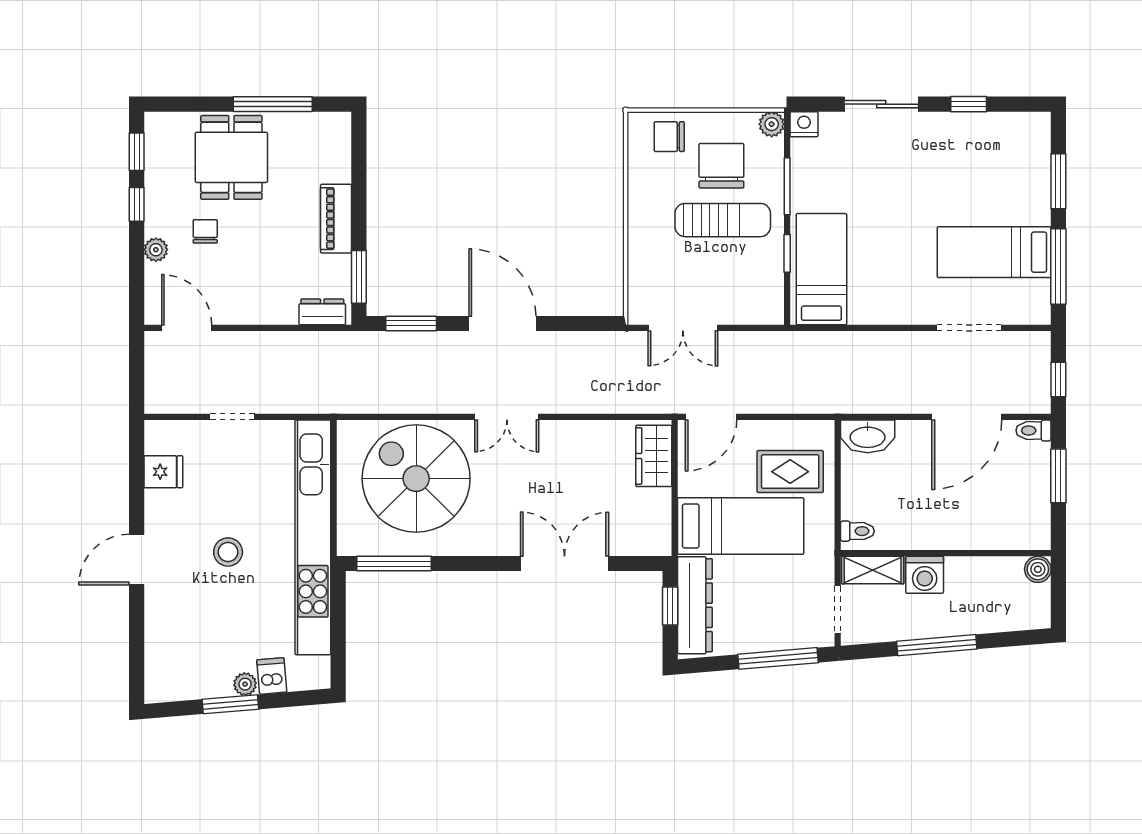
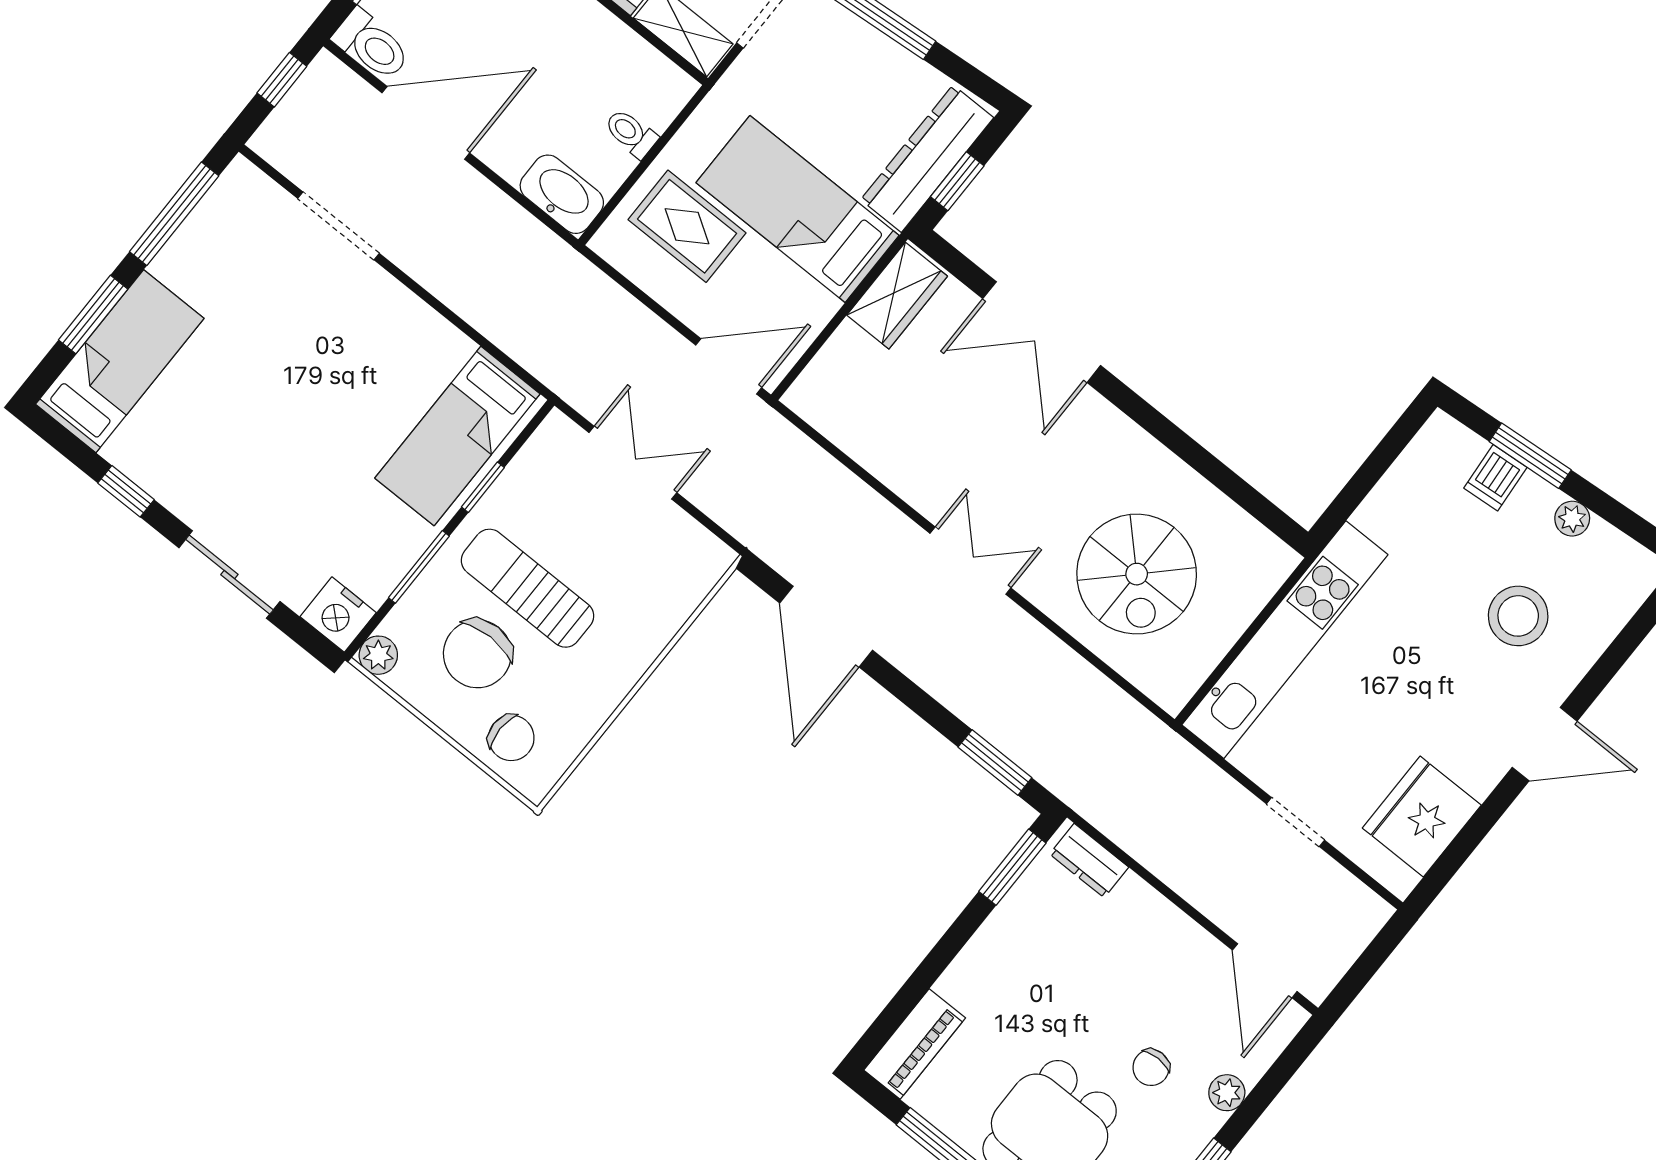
nightstand: (804, 124) -> (338, 615), width x1.36, depth x1.33
piano: (336, 219) -> (915, 1044), moved
bed: (994, 252) -> (120, 361), moved, turned -90
door: (502, 323) -> (826, 627), moved
double door: (683, 328) -> (633, 463), moved
toilet: (1034, 430) -> (372, 45), width x1.37, depth x1.39
wardrobe: (654, 456) -> (897, 296), moved
fridge: (163, 472) -> (1422, 817), width x1.88, depth x1.34
spiral stairs: (416, 479) -> (1137, 574), width x0.73, depth x0.73
toilet: (857, 531) -> (631, 133), moved
kitchen unit: (313, 537) -> (1285, 640), width x0.73
stool: (228, 552) -> (1518, 616), moved, width x1.38, depth x1.38
window: (394, 564) -> (1244, 494), removed
plant: (245, 684) -> (1572, 519), moved
window: (230, 704) -> (1530, 456), moved

